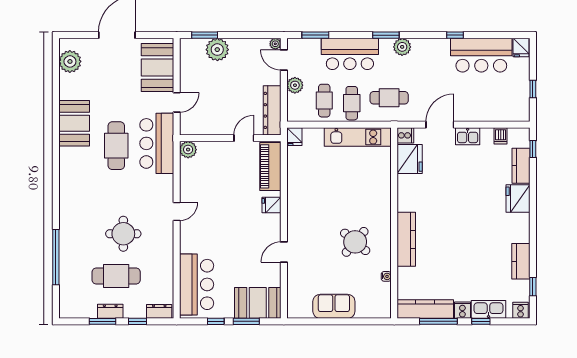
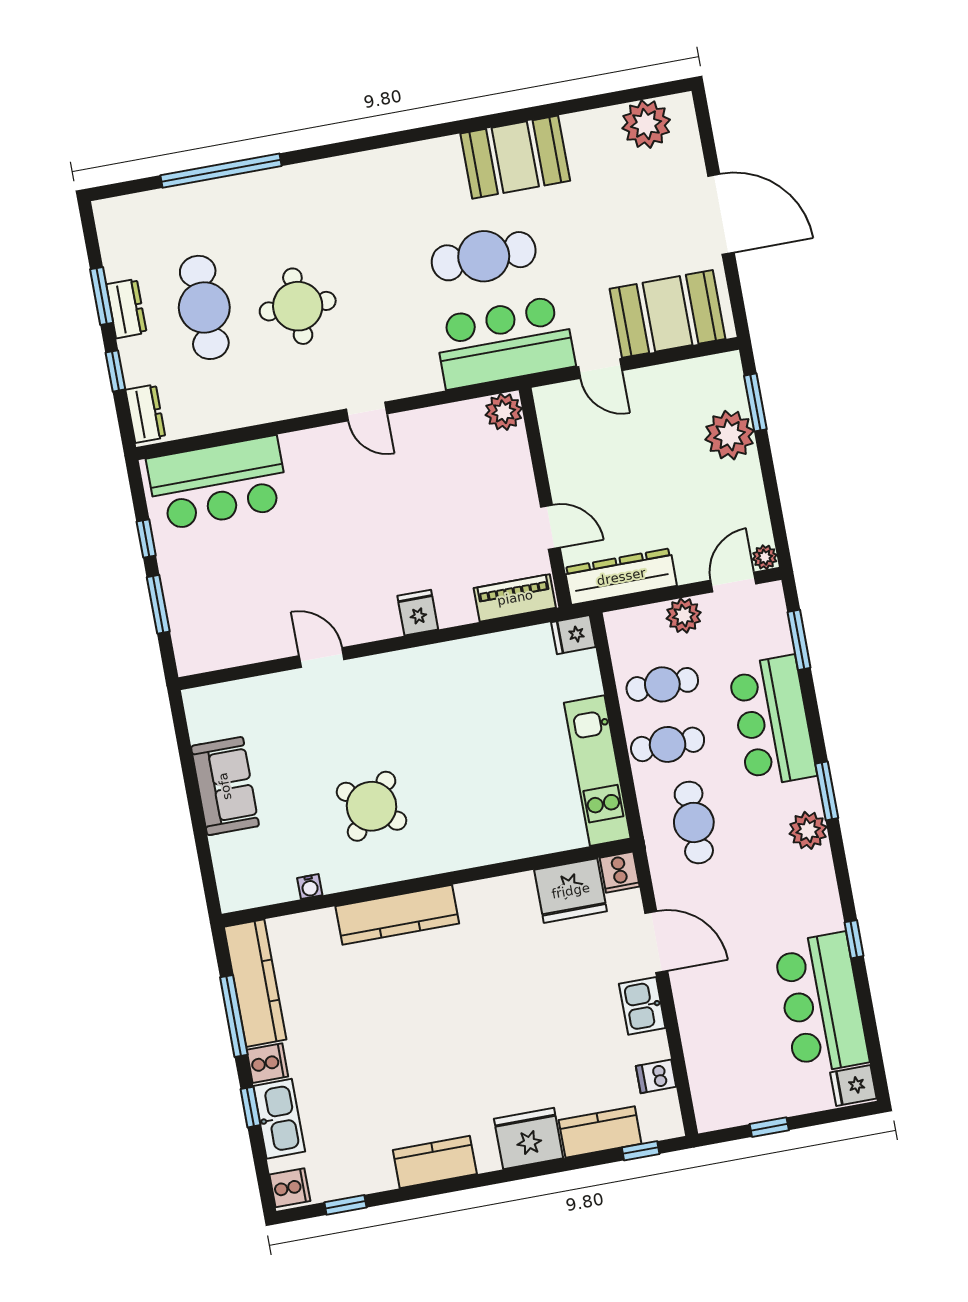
piano: (270, 166) -> (515, 598), width x0.73, depth x0.75
kitchen counter: (521, 261) -> (435, 1162), moved
booth: (258, 303) -> (202, 622), removed

